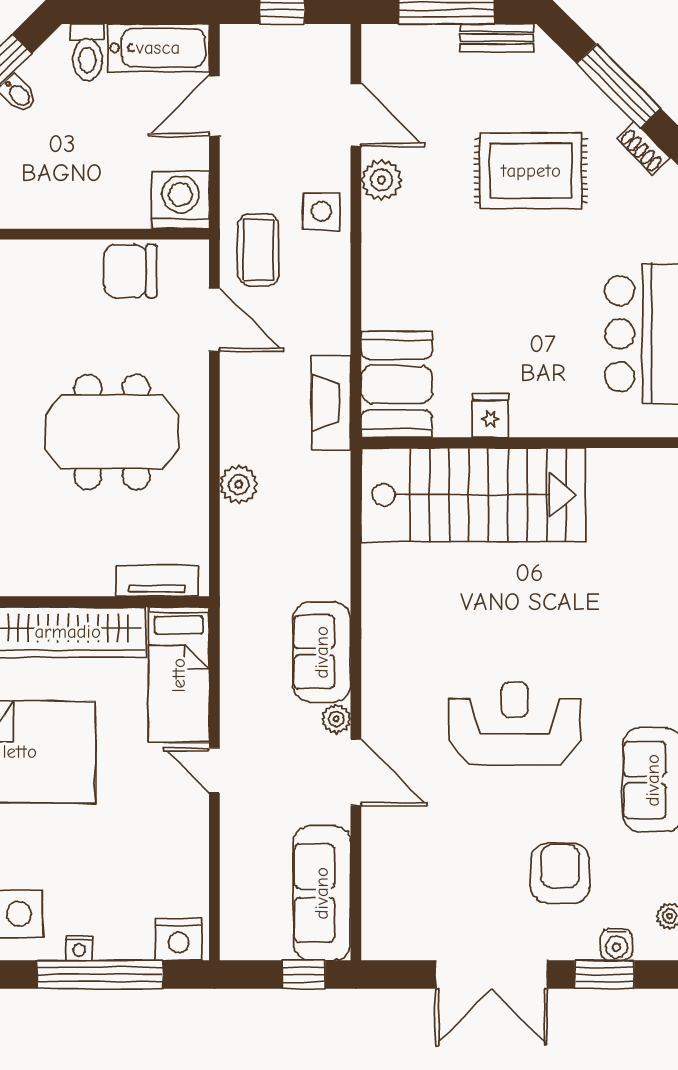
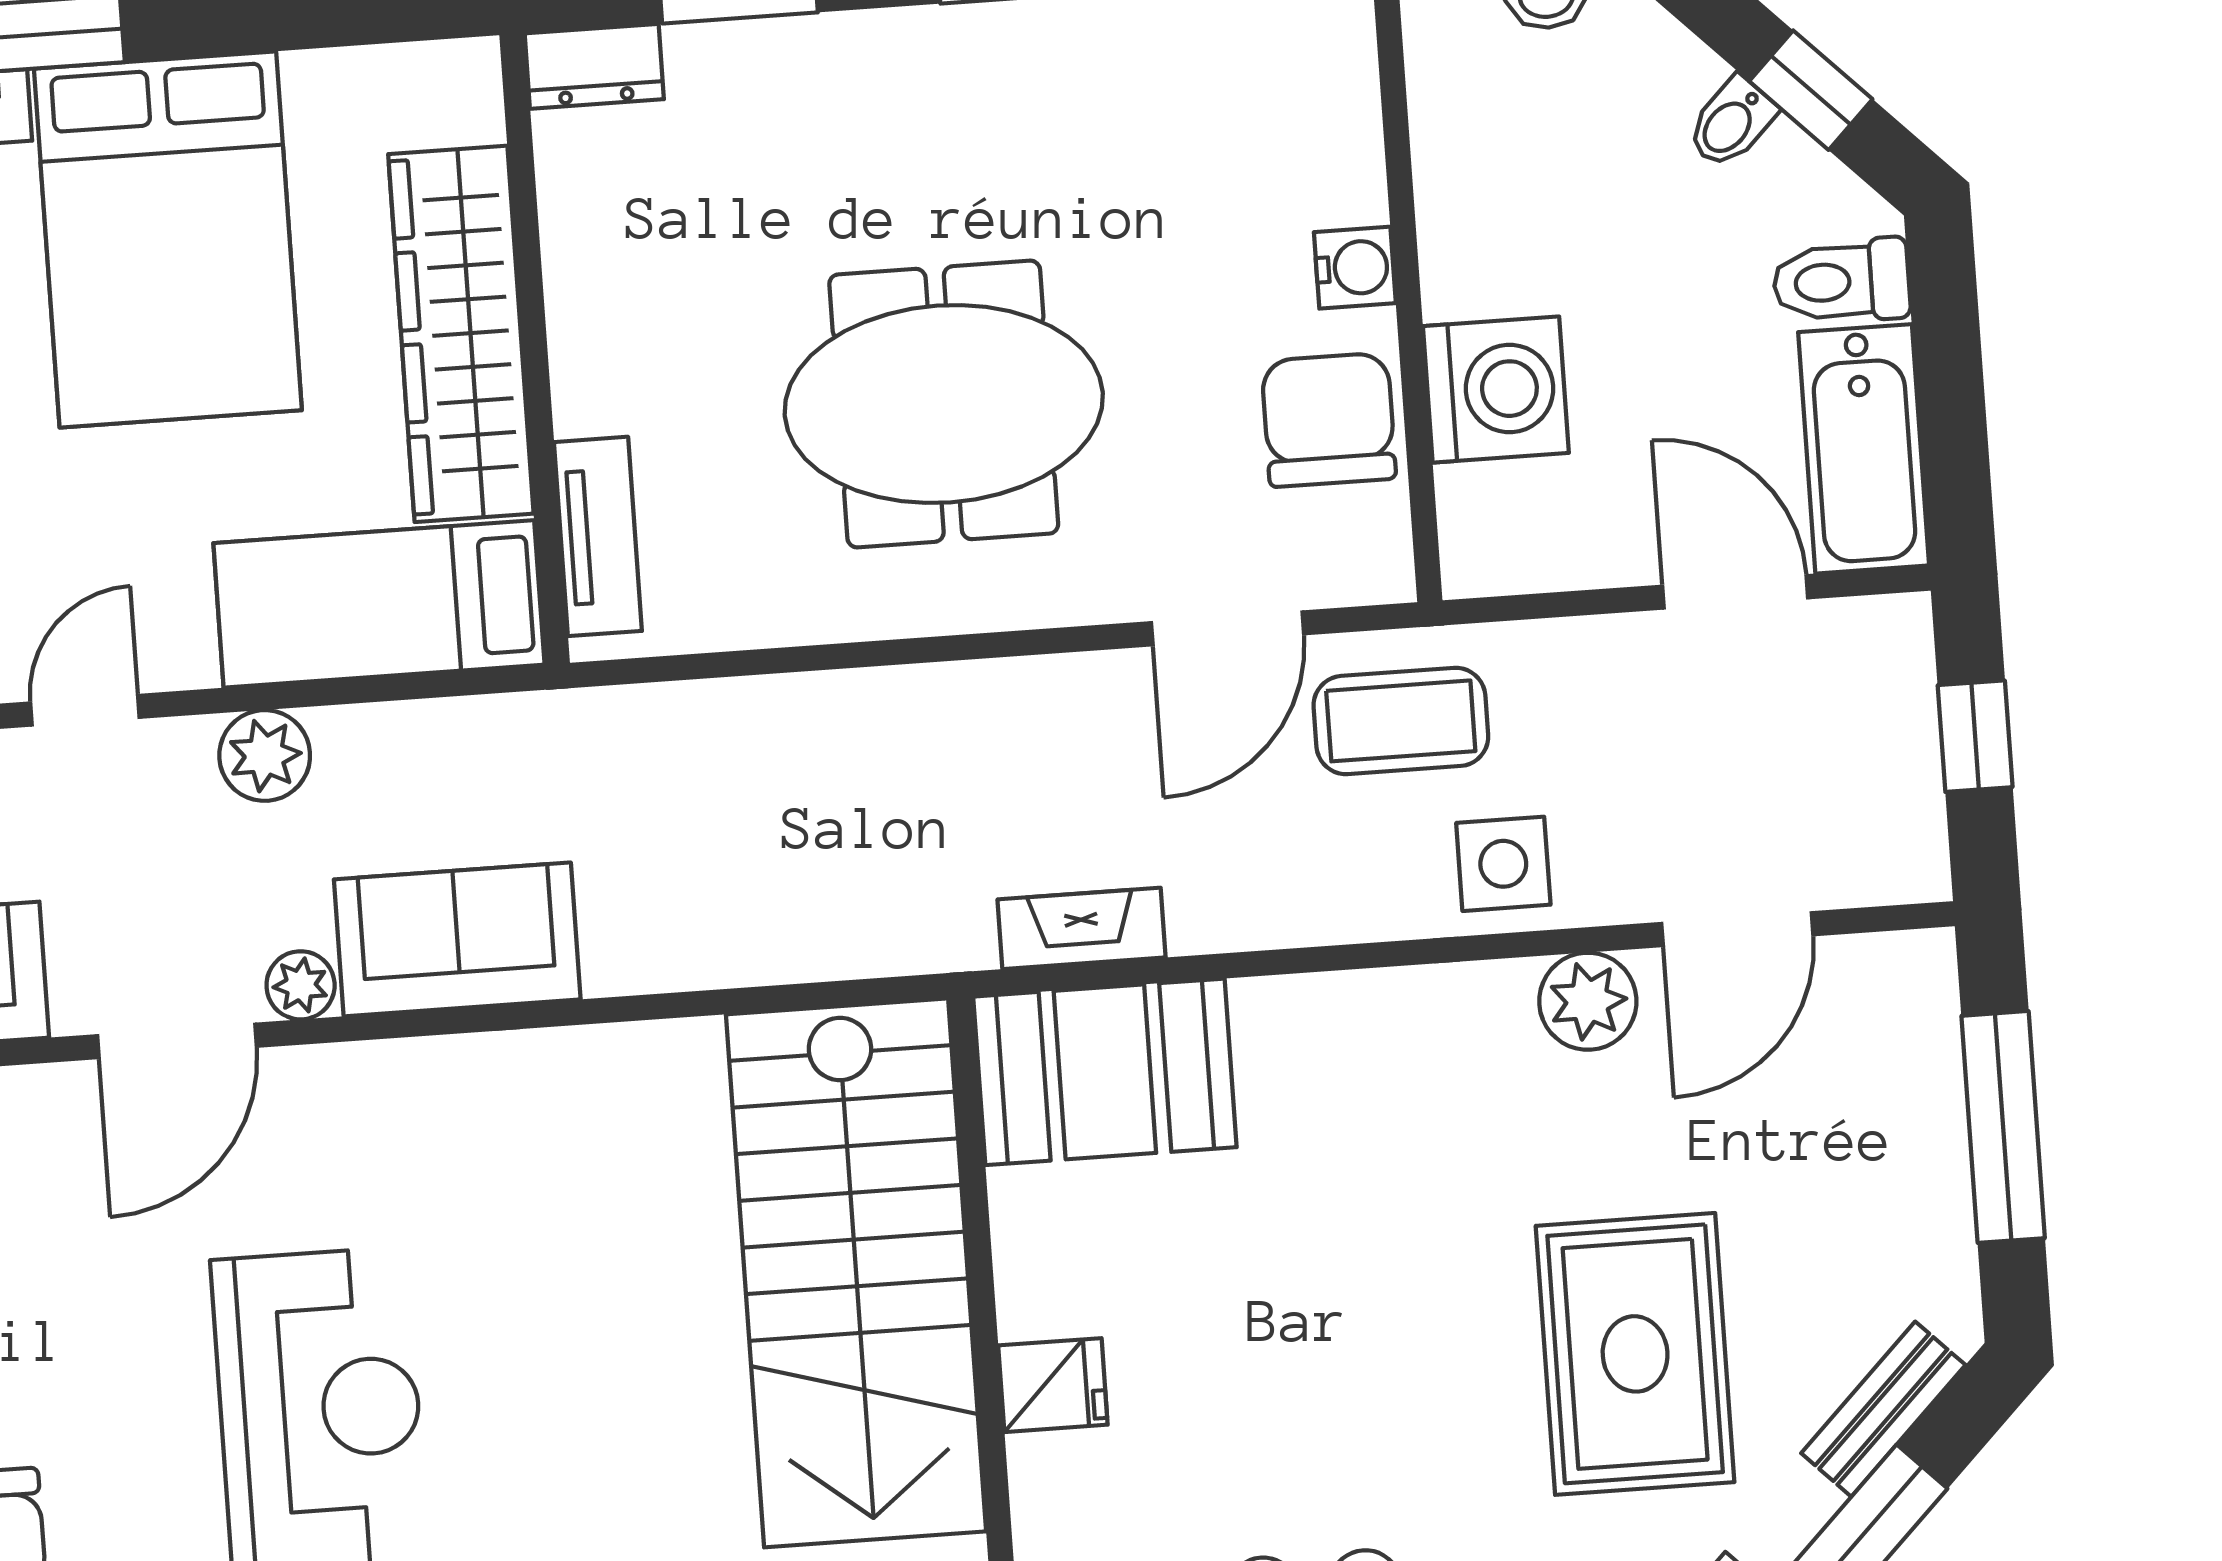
bench: (497, 38) -> (1883, 1409), moved, turned 45
washing machine: (180, 200) -> (1496, 390), moved
water cooler: (67, 256) -> (1355, 268), added
fireplace: (331, 403) -> (1082, 928), width x0.73, depth x0.76
fridge: (490, 416) -> (1053, 1385), moved
meeting table: (112, 432) -> (944, 404), turned 90
plant: (239, 484) -> (265, 755), moved
door: (214, 770) -> (85, 710), moved

